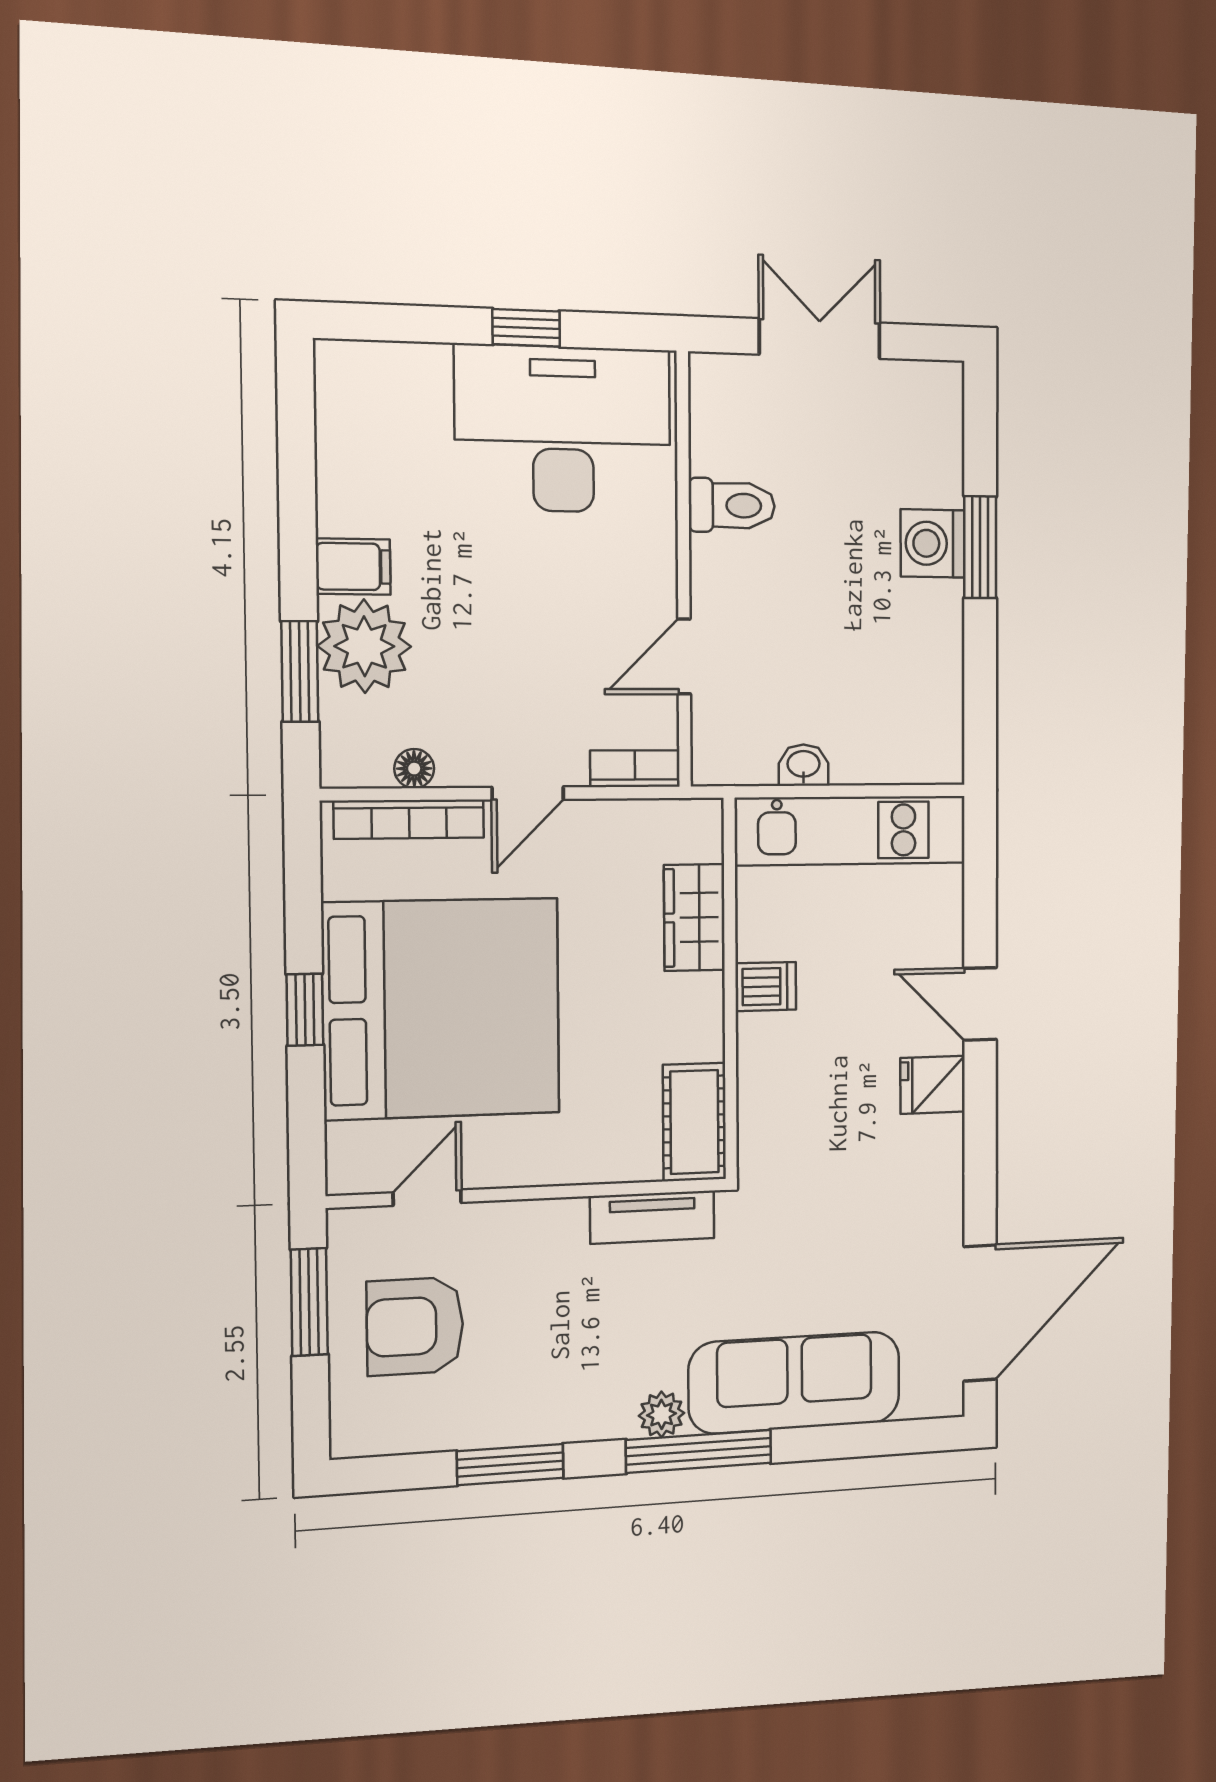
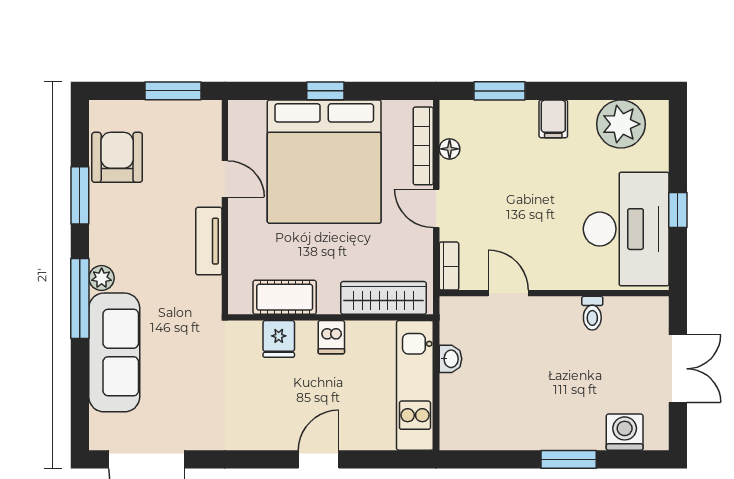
toilet: (732, 505) -> (592, 313), width x0.73, depth x0.72
washing machine: (933, 543) -> (625, 432), moved
plant: (364, 646) -> (621, 124), moved
wardrobe: (694, 917) -> (384, 298), width x1.50
fridge: (933, 1085) -> (279, 339), moved, turned 180
cot: (694, 1122) -> (285, 297), moved
door: (427, 1198) -> (225, 179), moved
tv unit: (652, 1217) -> (209, 241), moved
armchair: (415, 1326) -> (117, 157), moved

